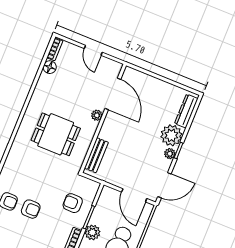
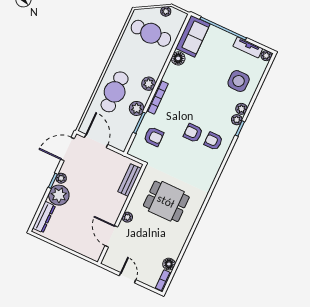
door: (113, 94) -> (111, 236), width x0.73

